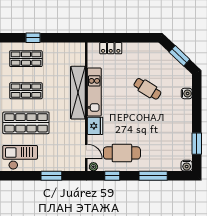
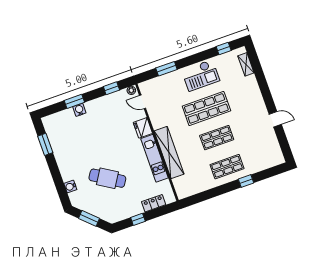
window: (33, 38) -> (246, 181), moved
window: (132, 38) -> (138, 219), added
cafe table: (147, 89) -> (107, 178), width x1.37, depth x1.35
cafe table: (122, 153) -> (110, 112), removed
water cooler: (187, 166) -> (79, 110), moved
window: (153, 176) -> (74, 101), width x0.69

